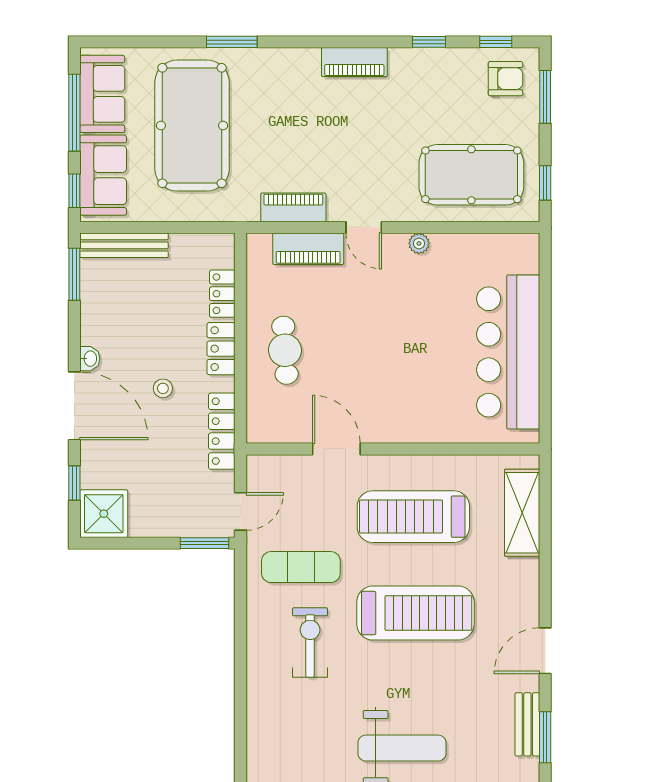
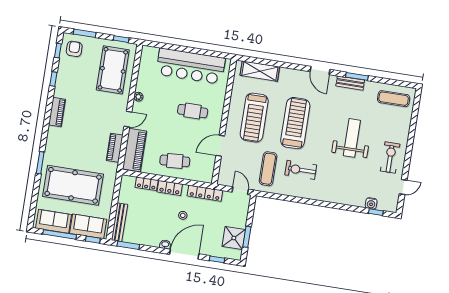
piano: (308, 249) -> (135, 150), width x1.37, depth x1.33
cafe table: (406, 373) -> (193, 111), added
shower: (104, 514) -> (234, 238), moved
window: (205, 543) -> (247, 237), moved

